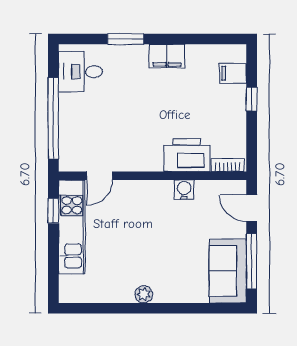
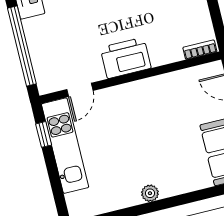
printer: (187, 155) -> (126, 58), moved
water cooler: (184, 190) -> (164, 83), removed

